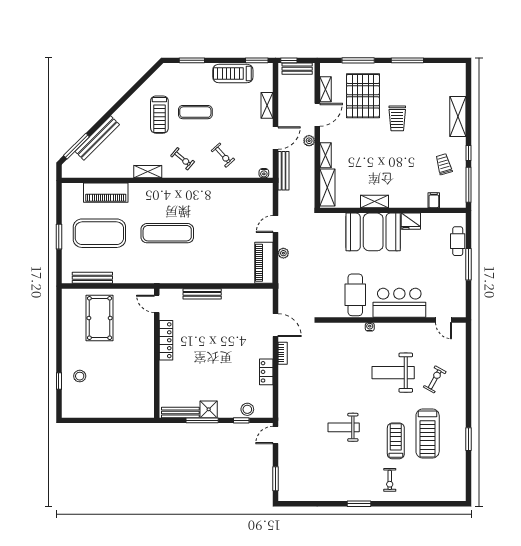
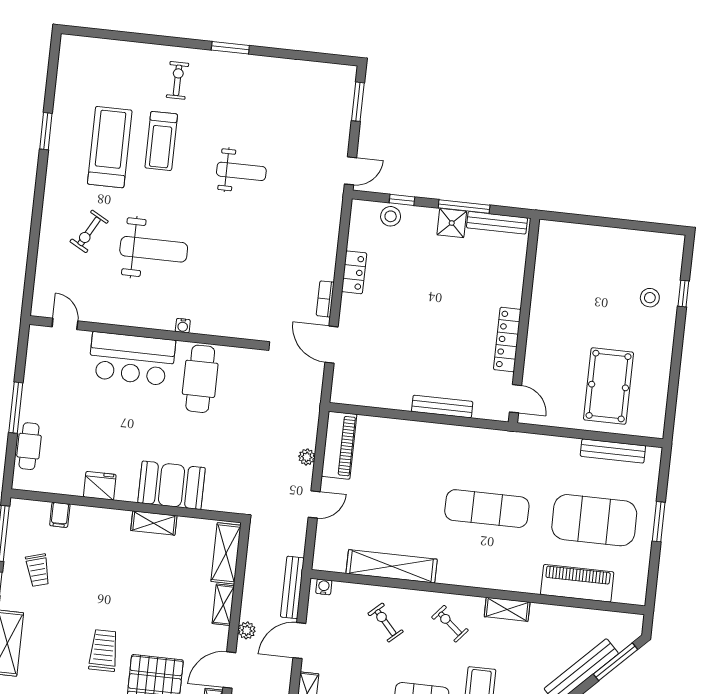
shelving: (223, 191) -> (392, 566), added
booth: (373, 232) -> (171, 485), width x0.73, depth x0.70

